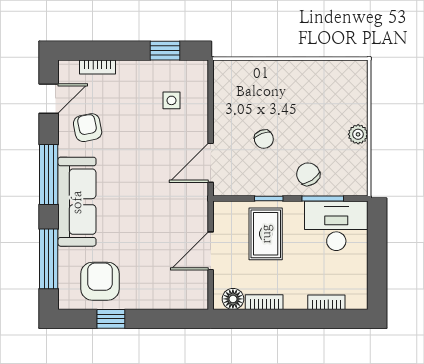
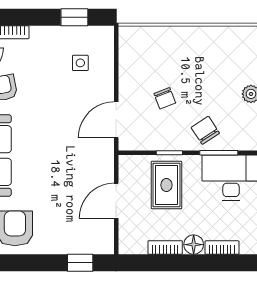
floor lamp: (233, 299) -> (194, 245), moved
window: (111, 319) -> (80, 263), moved

